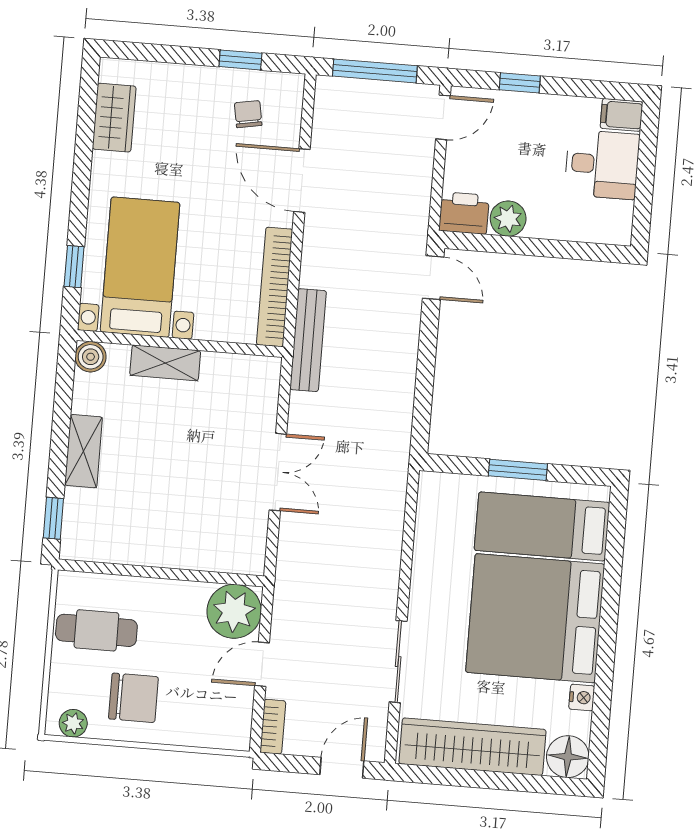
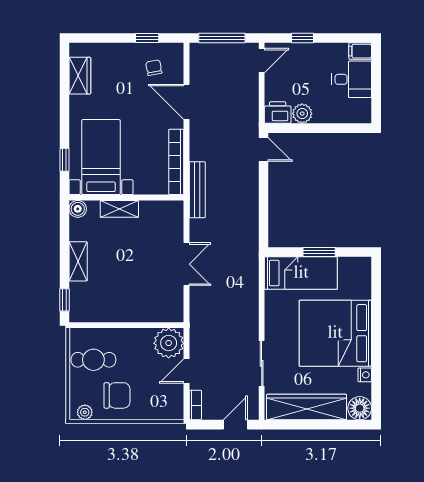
bed: (542, 526) -> (301, 273), moved, turned 180

